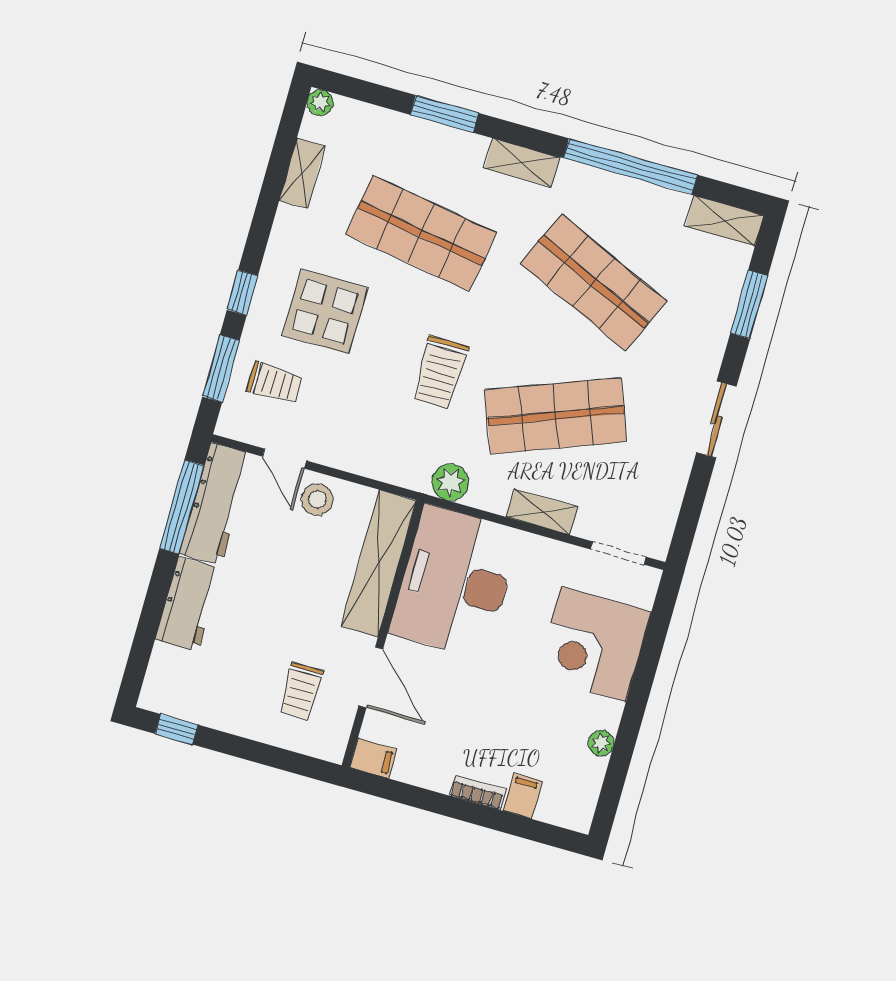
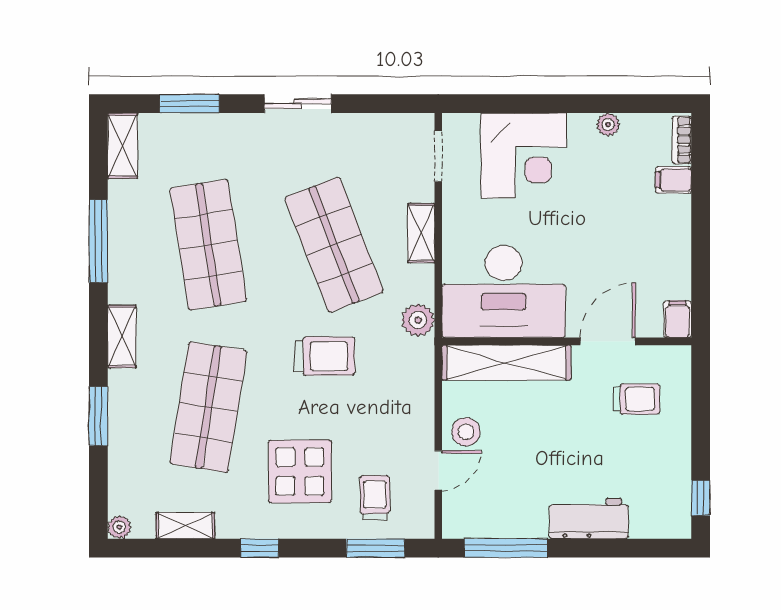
window: (630, 166) -> (98, 241), width x0.68
shop shelf: (594, 282) -> (208, 245), turned -33
window: (242, 293) -> (260, 548), moved
workbench: (216, 504) -> (495, 519), removed
bookcase: (478, 793) -> (682, 140), moved

